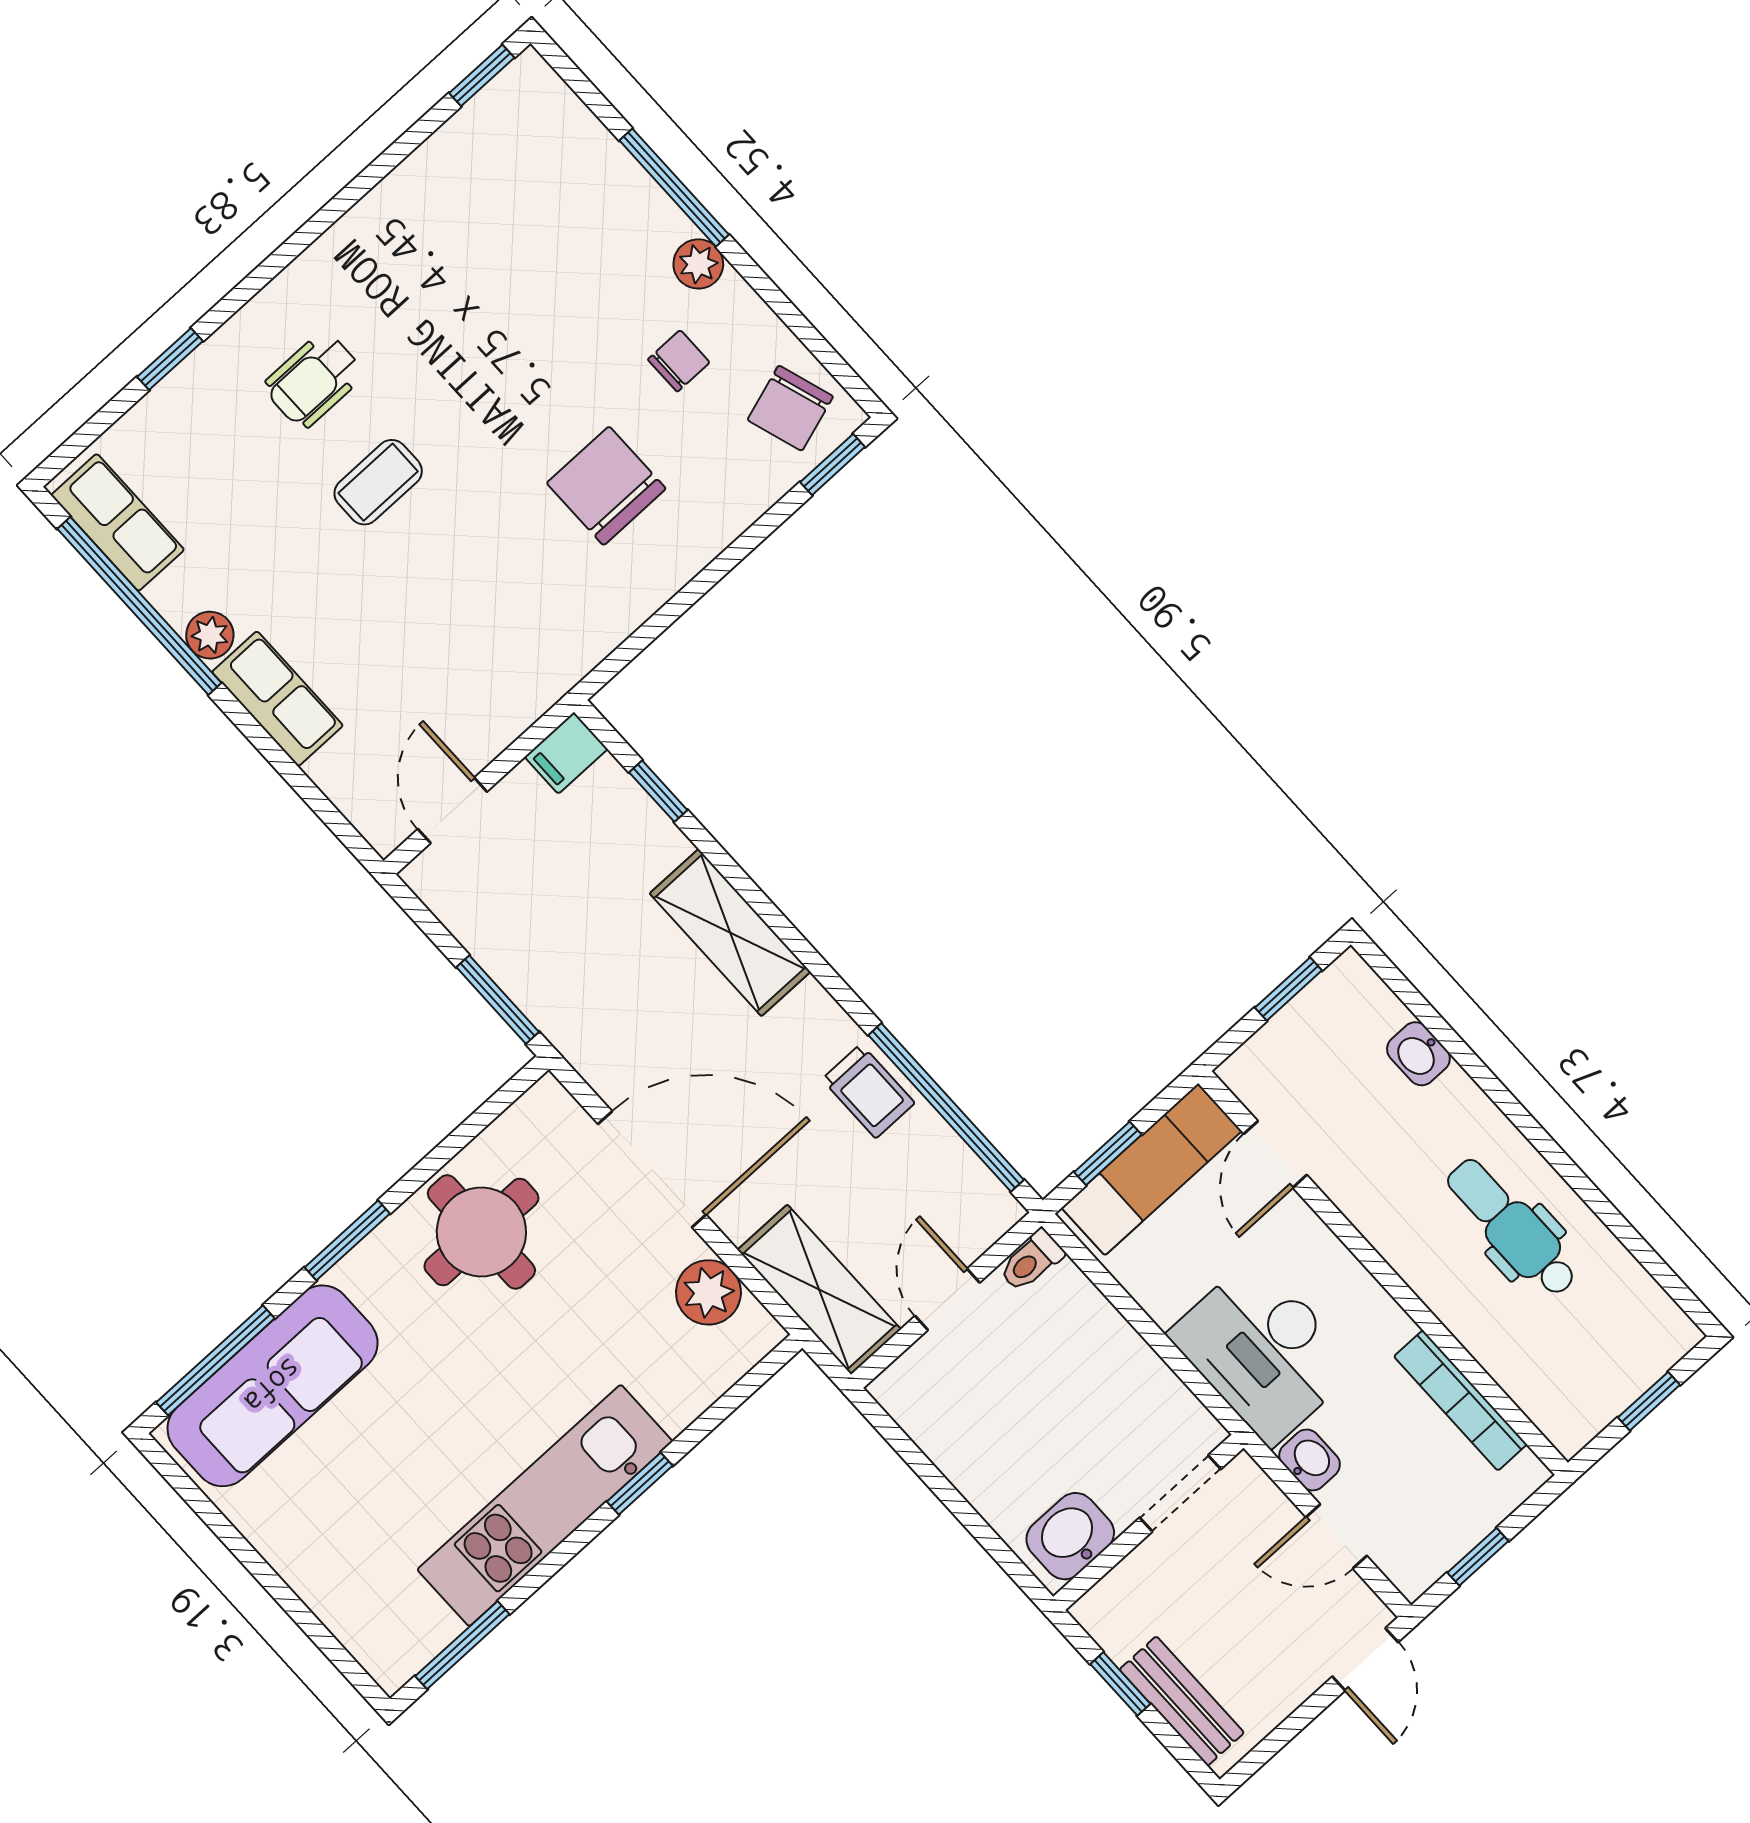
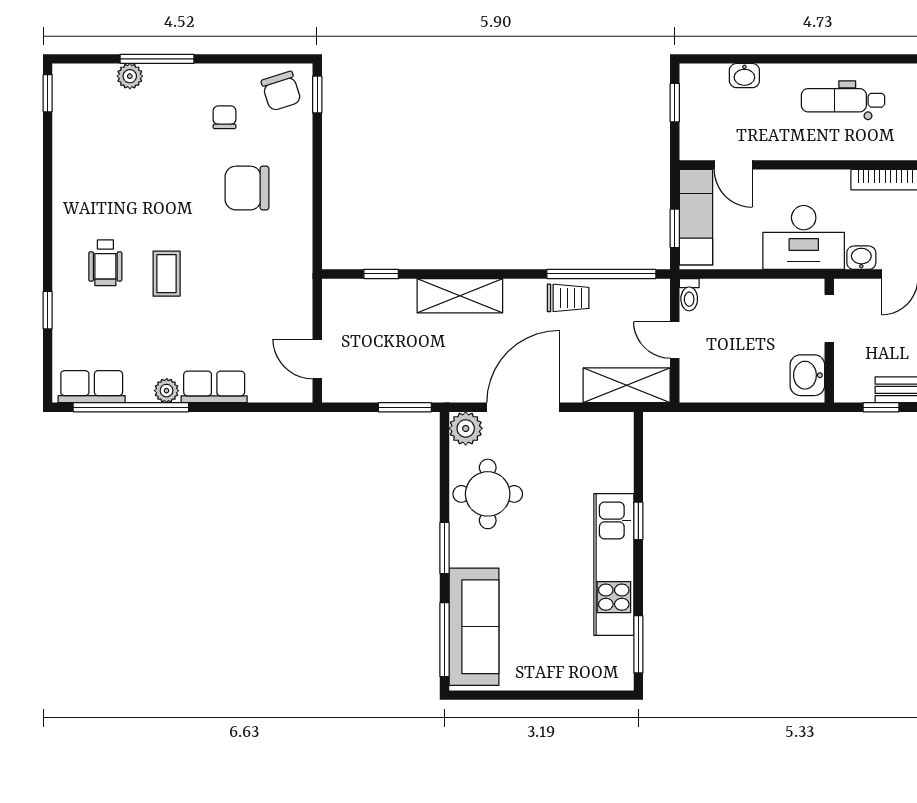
plant: (698, 264) -> (130, 76), moved
filing cabinet: (566, 753) -> (335, 296), removed
plant: (708, 1292) -> (466, 428), moved

